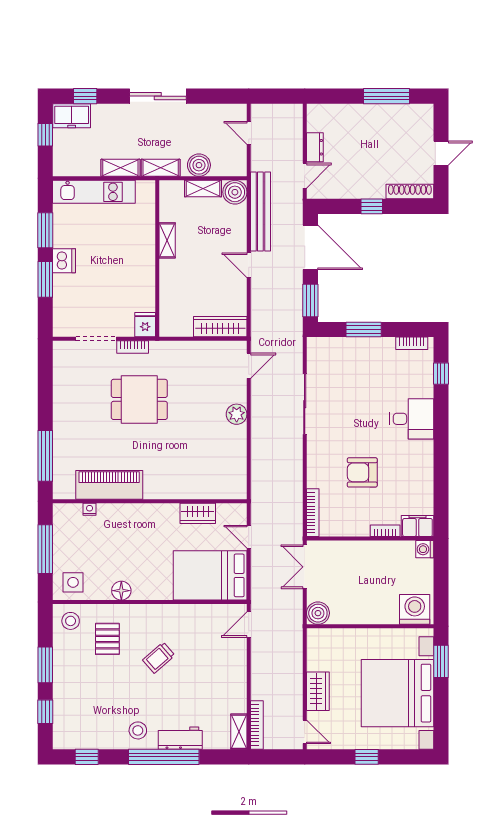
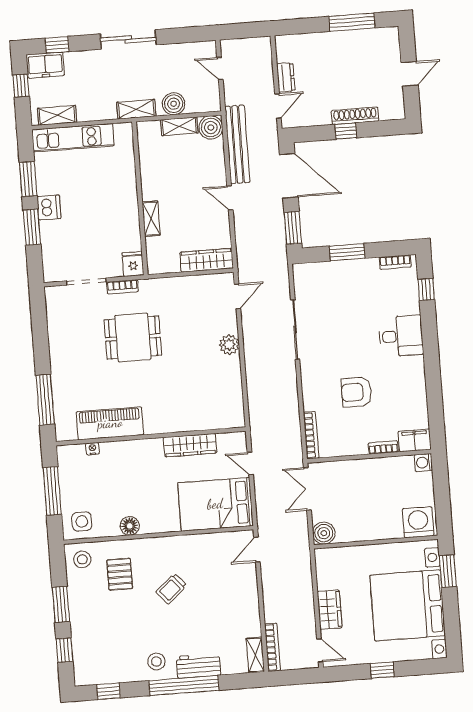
shelving: (120, 168) -> (57, 115), moved
shoe rack: (410, 192) -> (355, 116), moved
shelving: (167, 240) -> (151, 219), moved
wardrobe: (198, 513) -> (190, 445), width x1.50

